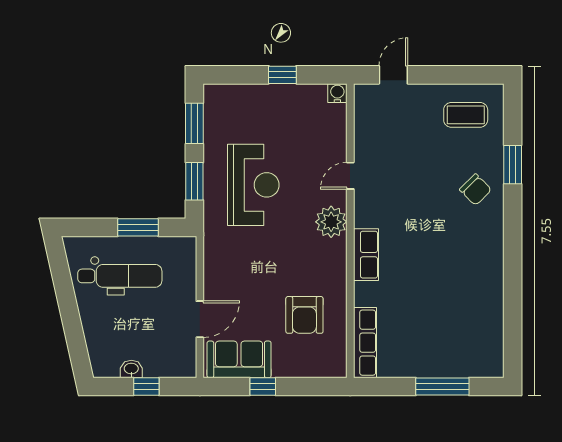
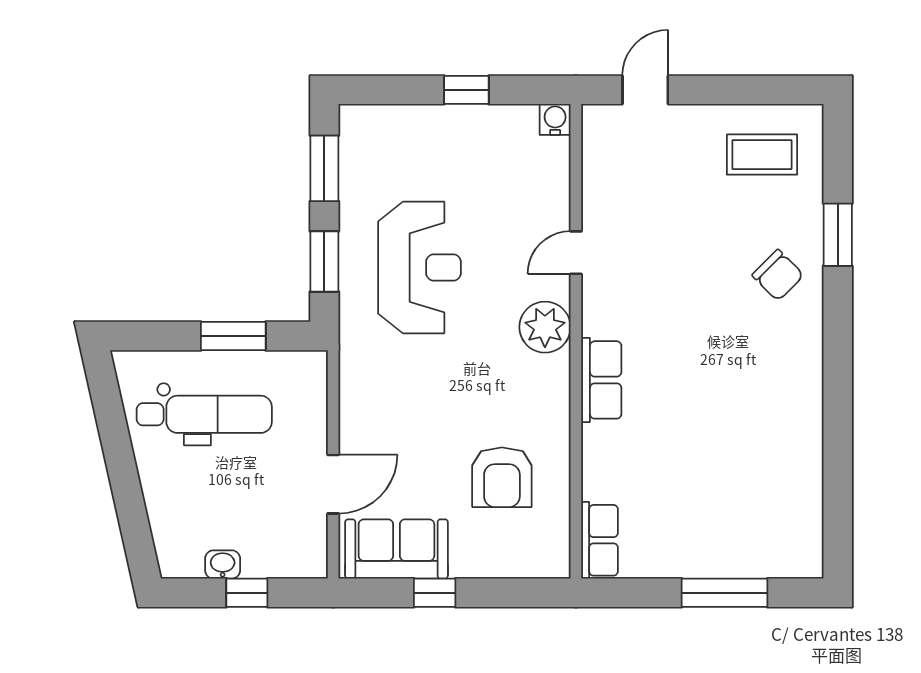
row of seats: (365, 343) -> (599, 540), width x0.68

